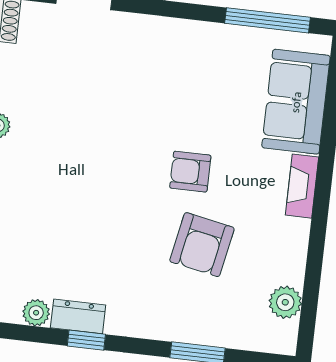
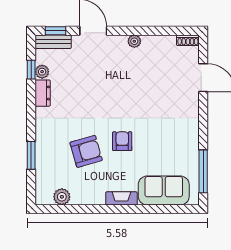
armchair: (202, 245) -> (86, 151), turned 153
window: (86, 340) -> (31, 70), moved

